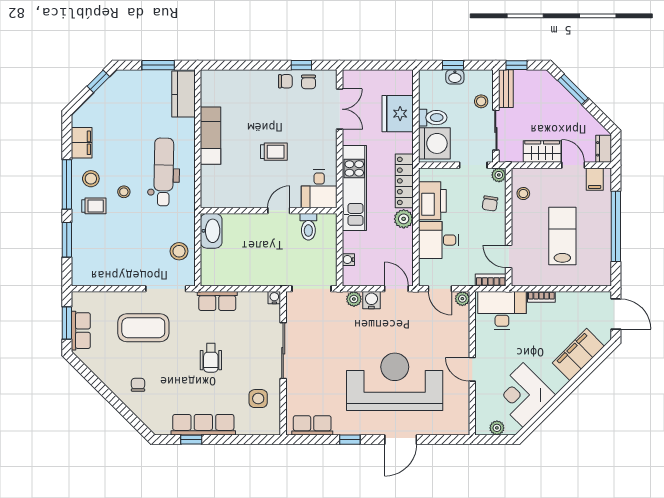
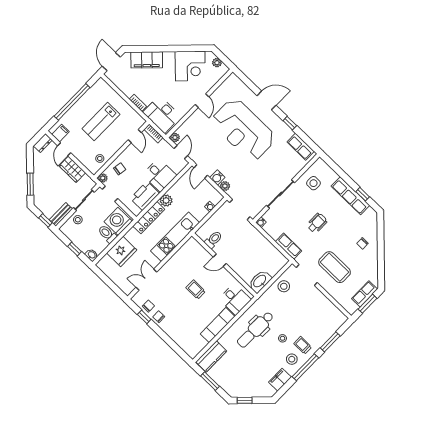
washbasin: (455, 77) -> (92, 255), moved
desk: (319, 189) -> (235, 299), moved, turned 90

